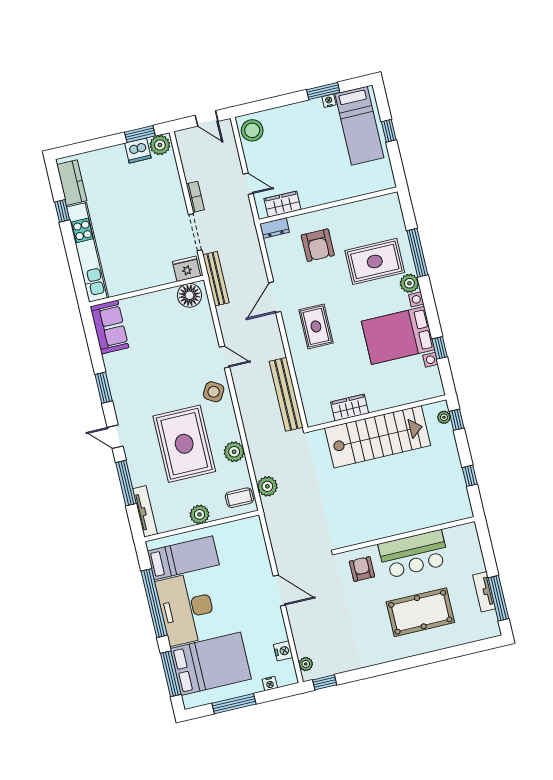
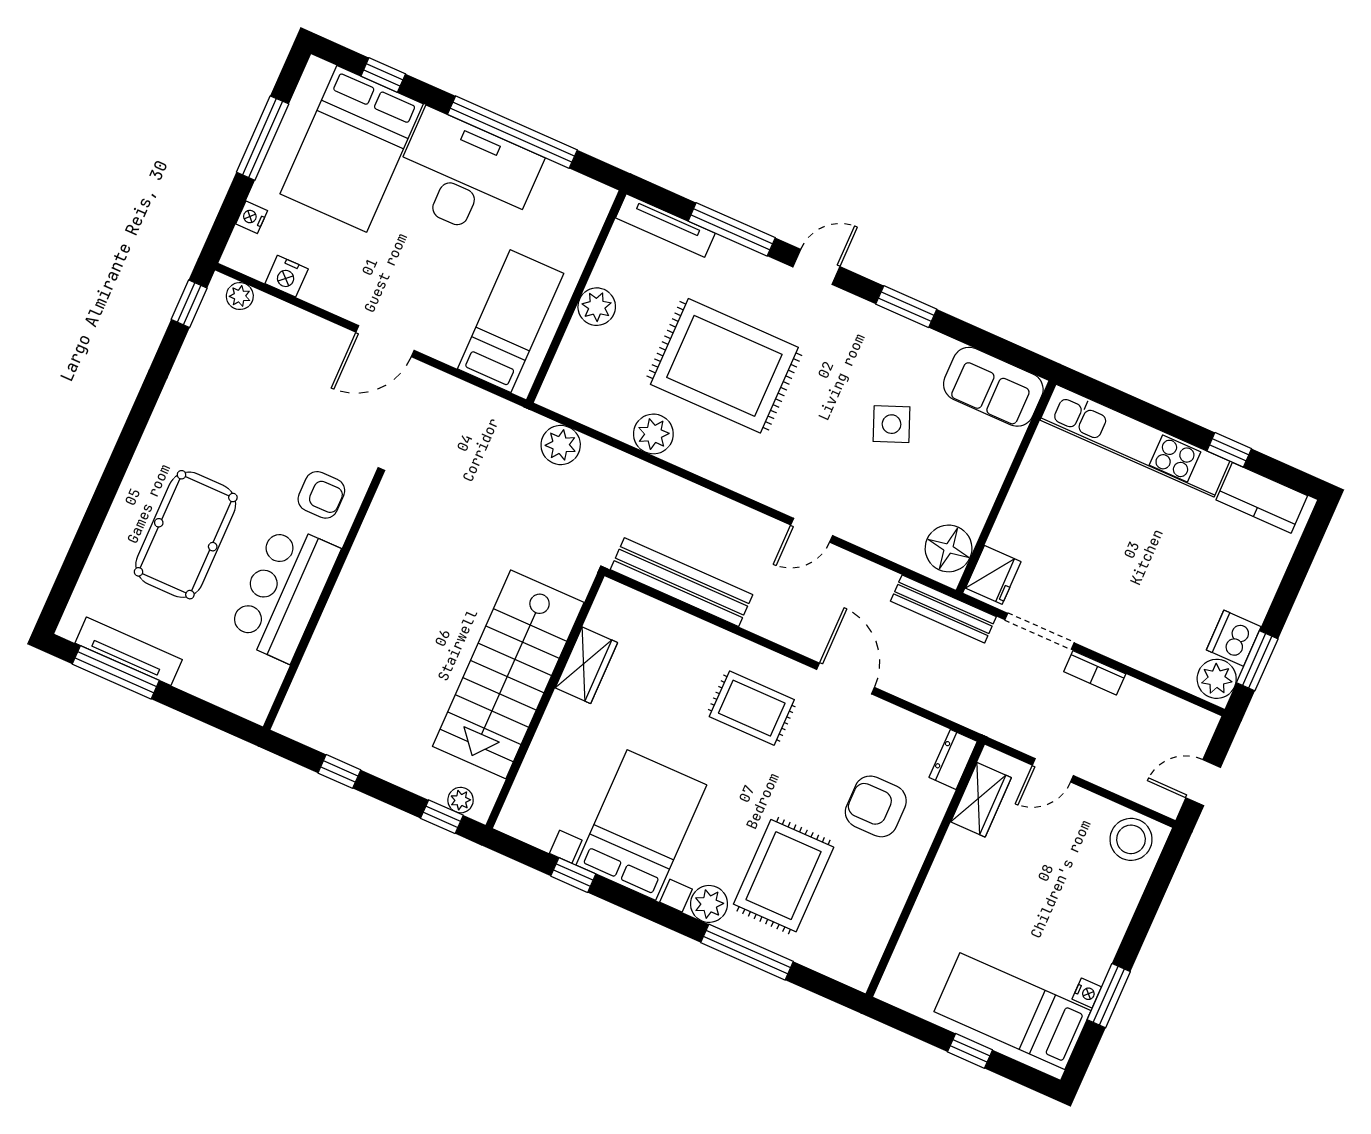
side table: (214, 392) -> (892, 424), moved, turned 38
coffee table: (239, 498) -> (576, 388), removed
bed: (183, 558) -> (511, 321), moved, turned 180
tv unit: (484, 592) -> (129, 651), width x1.41
window: (171, 674) -> (383, 75), width x0.46

